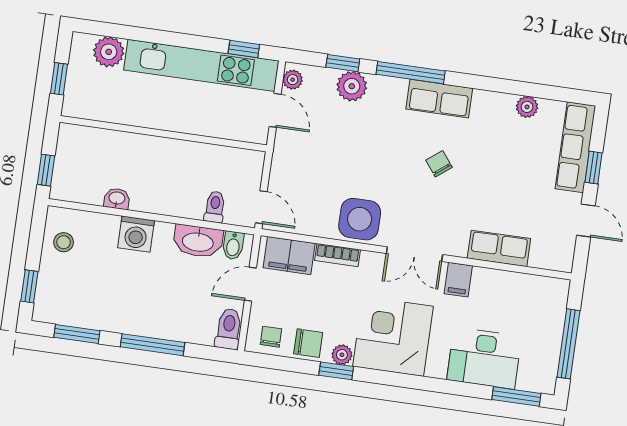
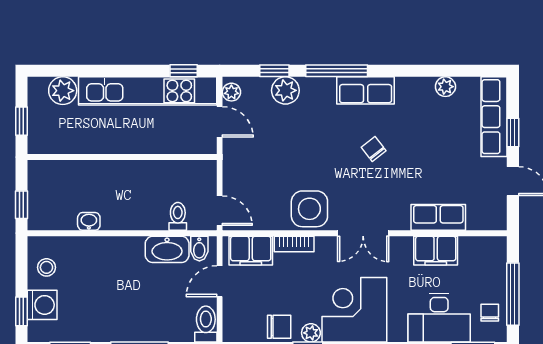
washing machine: (136, 234) -> (42, 305), moved, turned -90
filing cabinet: (458, 280) -> (436, 251), moved, width x2.00
chair: (271, 337) -> (490, 313), moved

